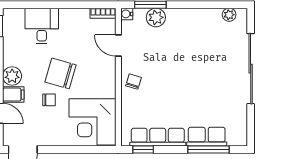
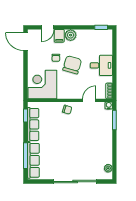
plant: (156, 17) -> (107, 123), removed
desk: (42, 26) -> (101, 65), moved
row of seats: (207, 137) -> (33, 160), width x1.48

